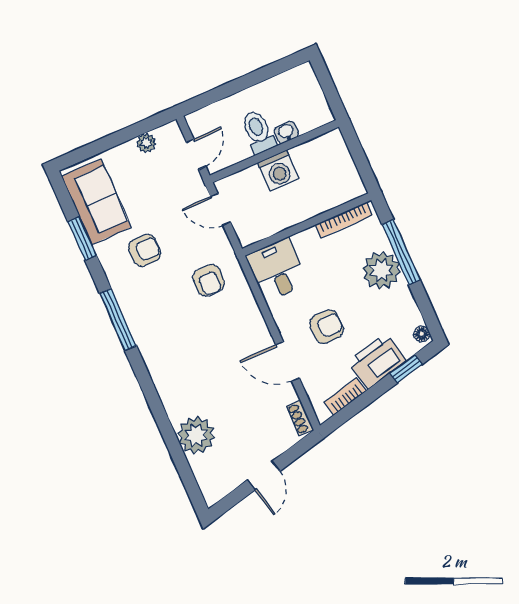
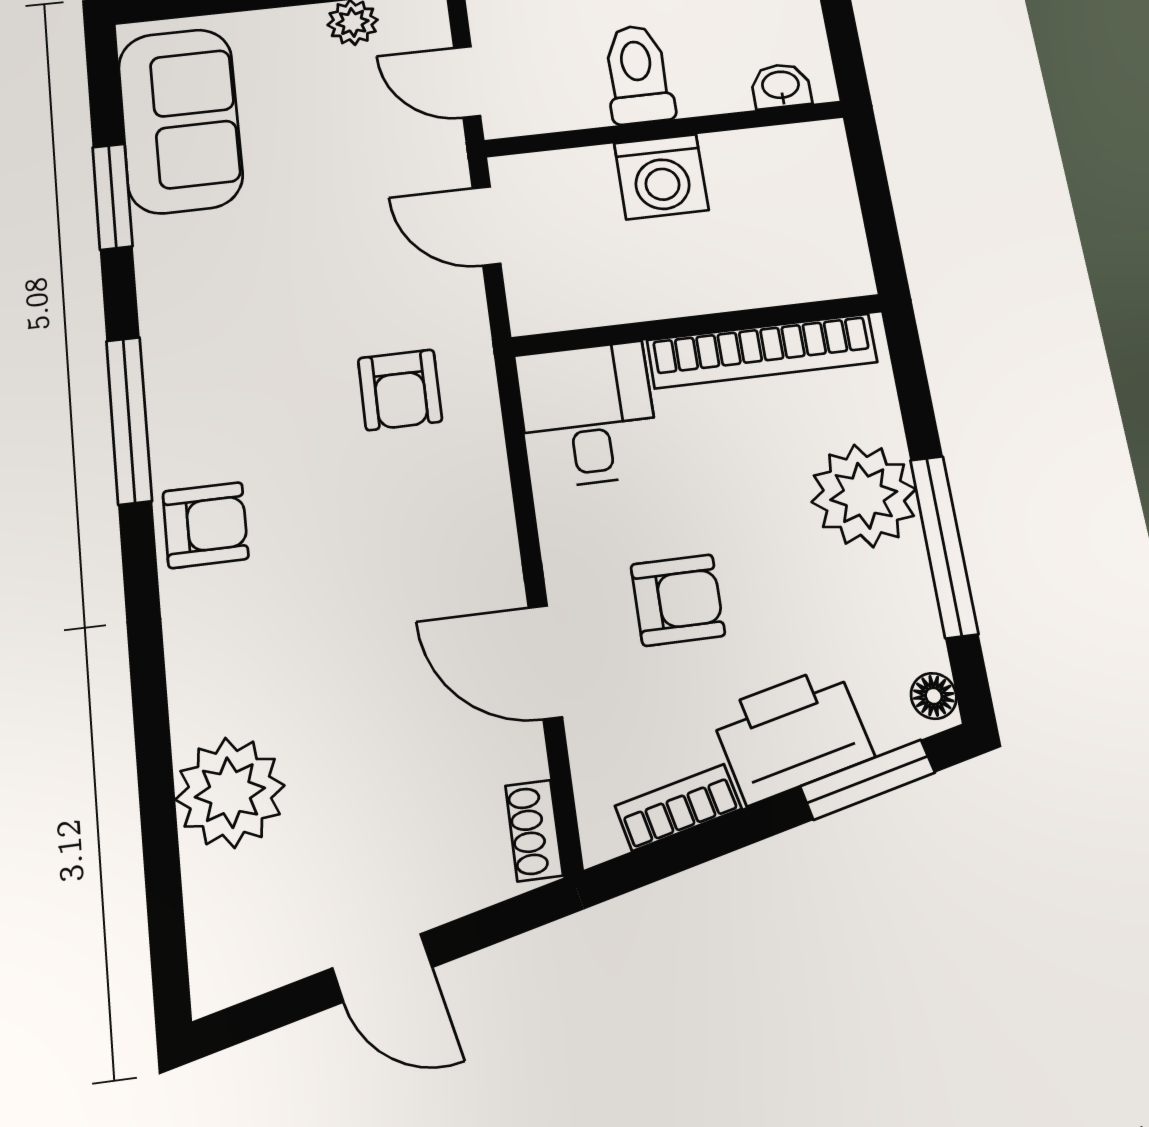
washbasin: (286, 132) -> (781, 86), moved
door: (196, 154) -> (467, 82), swing flipped
bookcase: (344, 220) -> (762, 351), width x1.48, depth x1.31
armchair: (145, 250) -> (206, 525), moved
window: (401, 252) -> (944, 546), moved
window: (406, 369) -> (868, 780), width x1.50
door: (264, 476) -> (382, 968), hinge flipped

